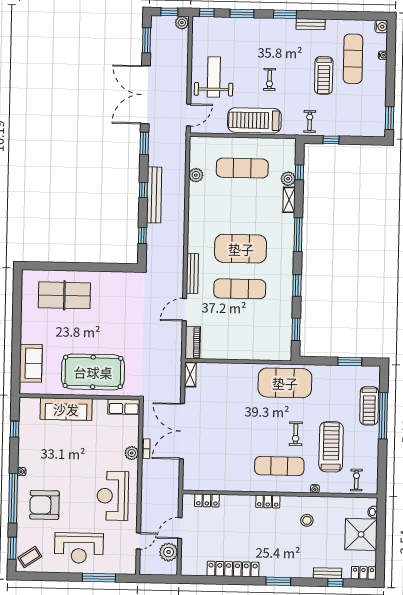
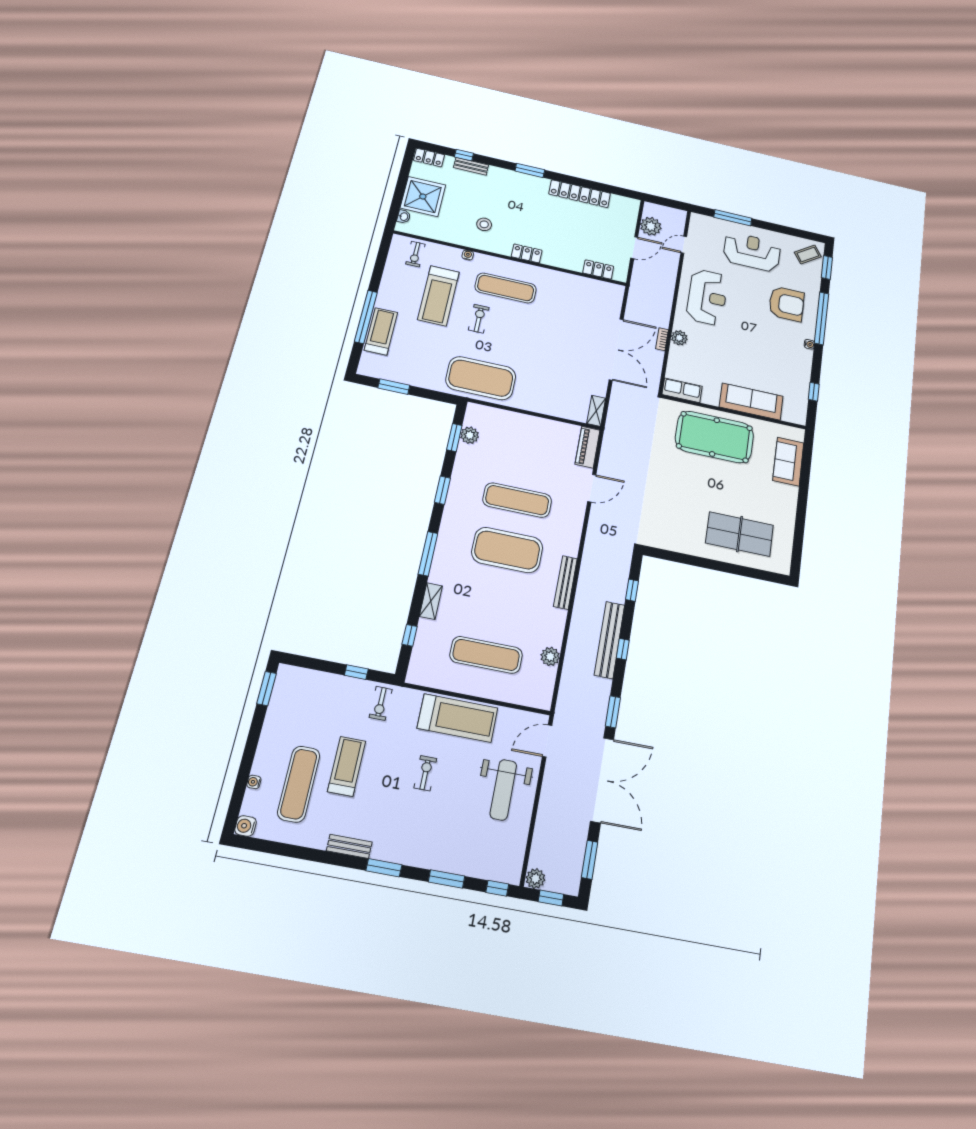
plant: (288, 179) -> (470, 435), moved
bench: (192, 273) -> (565, 582), moved

